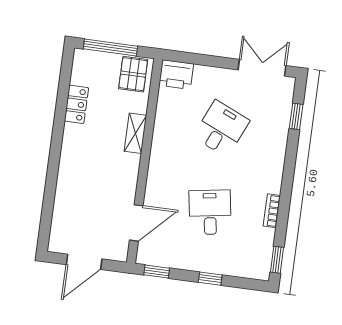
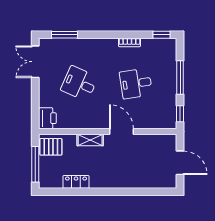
window: (296, 116) -> (65, 35), width x1.50
door: (136, 223) -> (121, 132), moved
window: (210, 279) -> (180, 77), width x2.17

